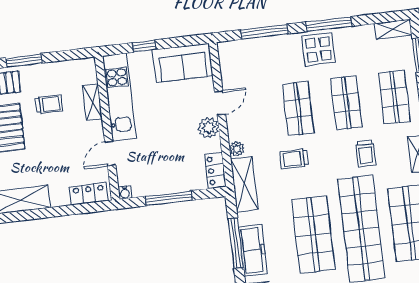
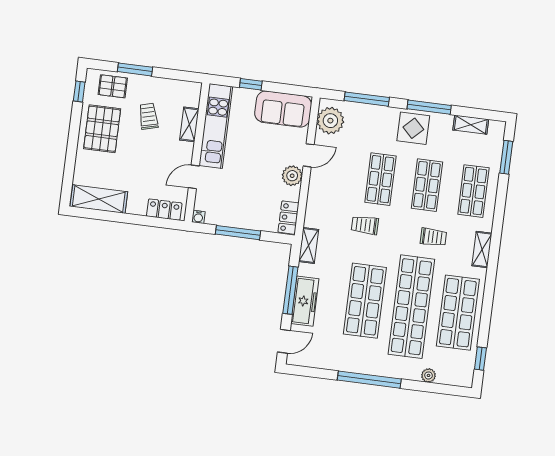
shelving: (393, 29) -> (471, 125), moved
trolley: (49, 104) -> (148, 116), turned -105
plant: (237, 149) -> (330, 121), moved, width x1.87, depth x1.87
trolley: (366, 154) -> (433, 237), turned -90
shelving: (244, 184) -> (309, 245), width x0.67, depth x0.75

